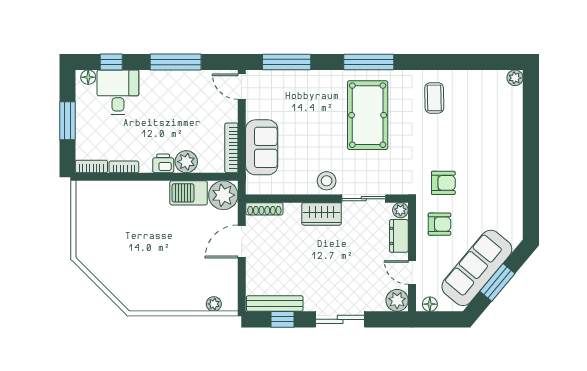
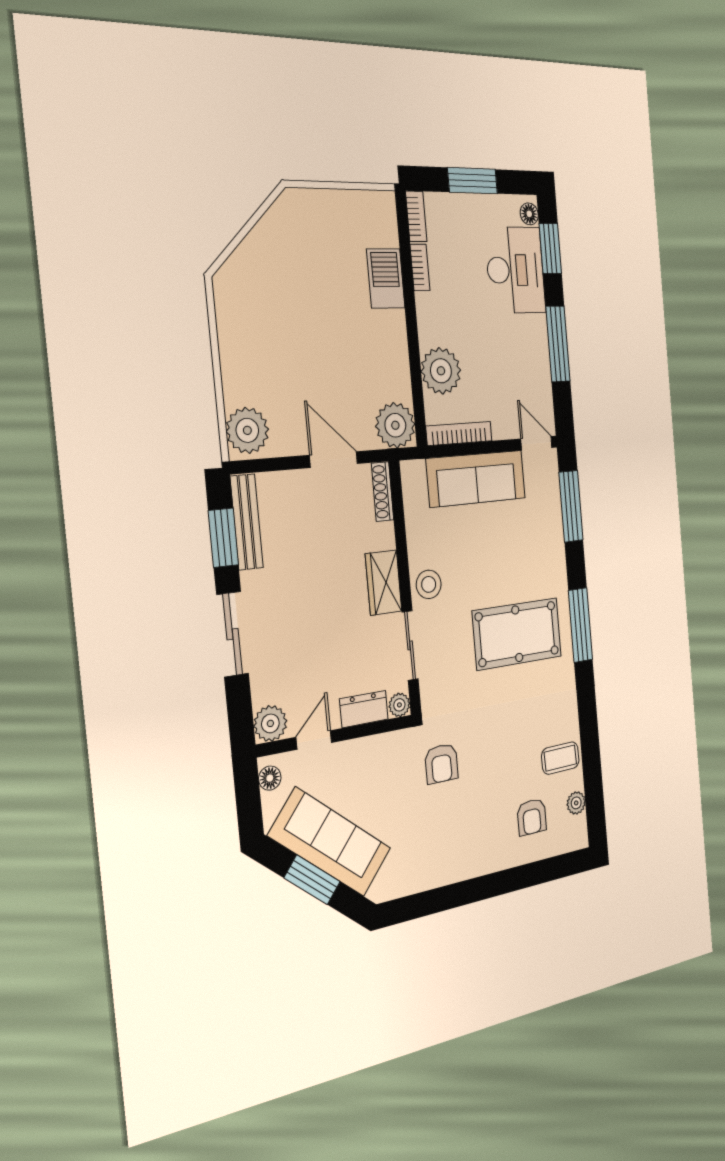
window: (111, 62) -> (550, 249), width x1.50
plant: (515, 78) -> (576, 803), moved
door: (242, 87) -> (536, 443), hinge flipped
desk: (118, 92) -> (515, 270), width x1.37
coffee table: (434, 98) -> (560, 758), moved
sofa: (262, 147) -> (476, 479), width x1.36
plant: (186, 162) -> (441, 371), width x1.36, depth x1.36
printer: (163, 163) -> (430, 329), removed
barbecue: (189, 193) -> (386, 278), moved
armchair: (440, 224) -> (532, 817), moved
plant: (214, 304) -> (247, 430), width x1.87, depth x1.87
window: (283, 319) -> (223, 538), width x1.50

